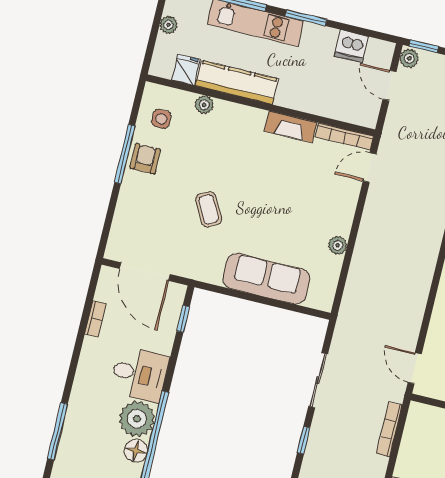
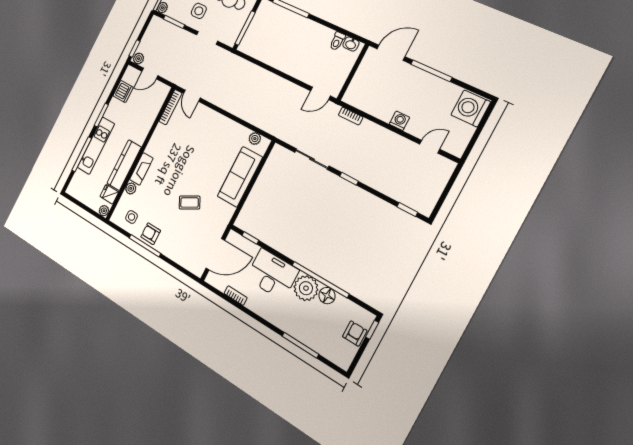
plant: (168, 25) -> (104, 211), moved
fireplace: (291, 127) -> (141, 169), moved
plant: (338, 245) -> (255, 139), moved
desk: (139, 374) -> (272, 274), width x1.37
bookcase: (389, 429) -> (351, 116), width x0.64

